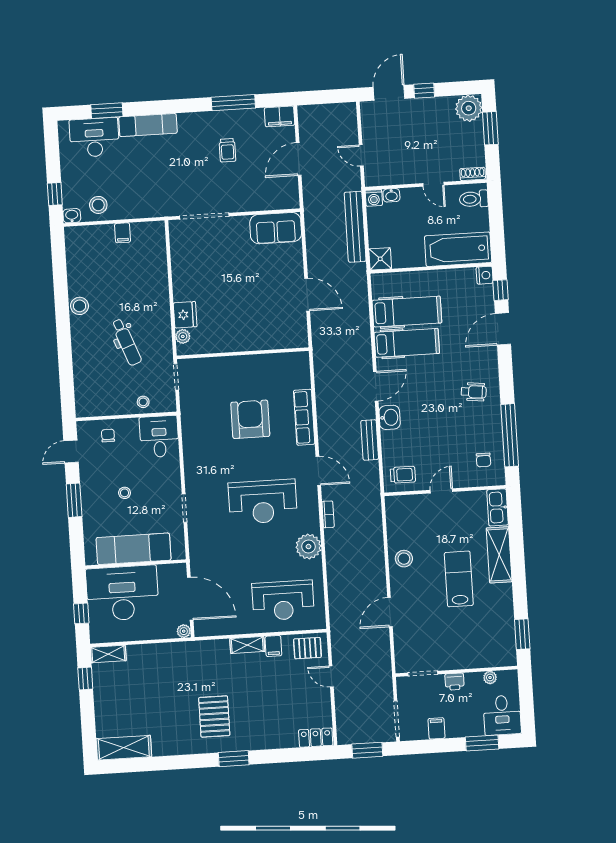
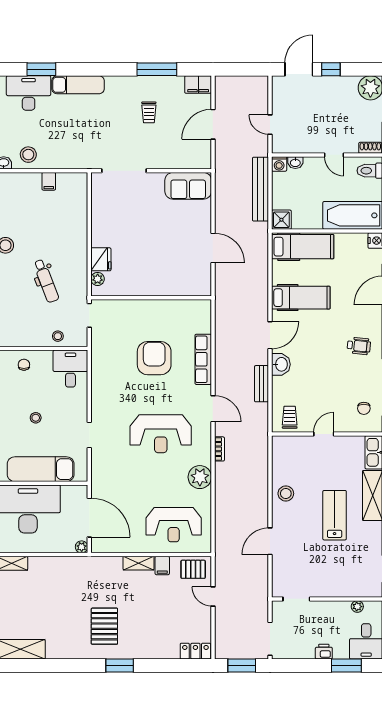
hospital bed: (407, 312) -> (303, 247), moved
trolley: (403, 475) -> (290, 417), turned -90
printer: (455, 682) -> (324, 652), moved, turned 180
filing cabinet: (437, 728) -> (306, 650), removed

